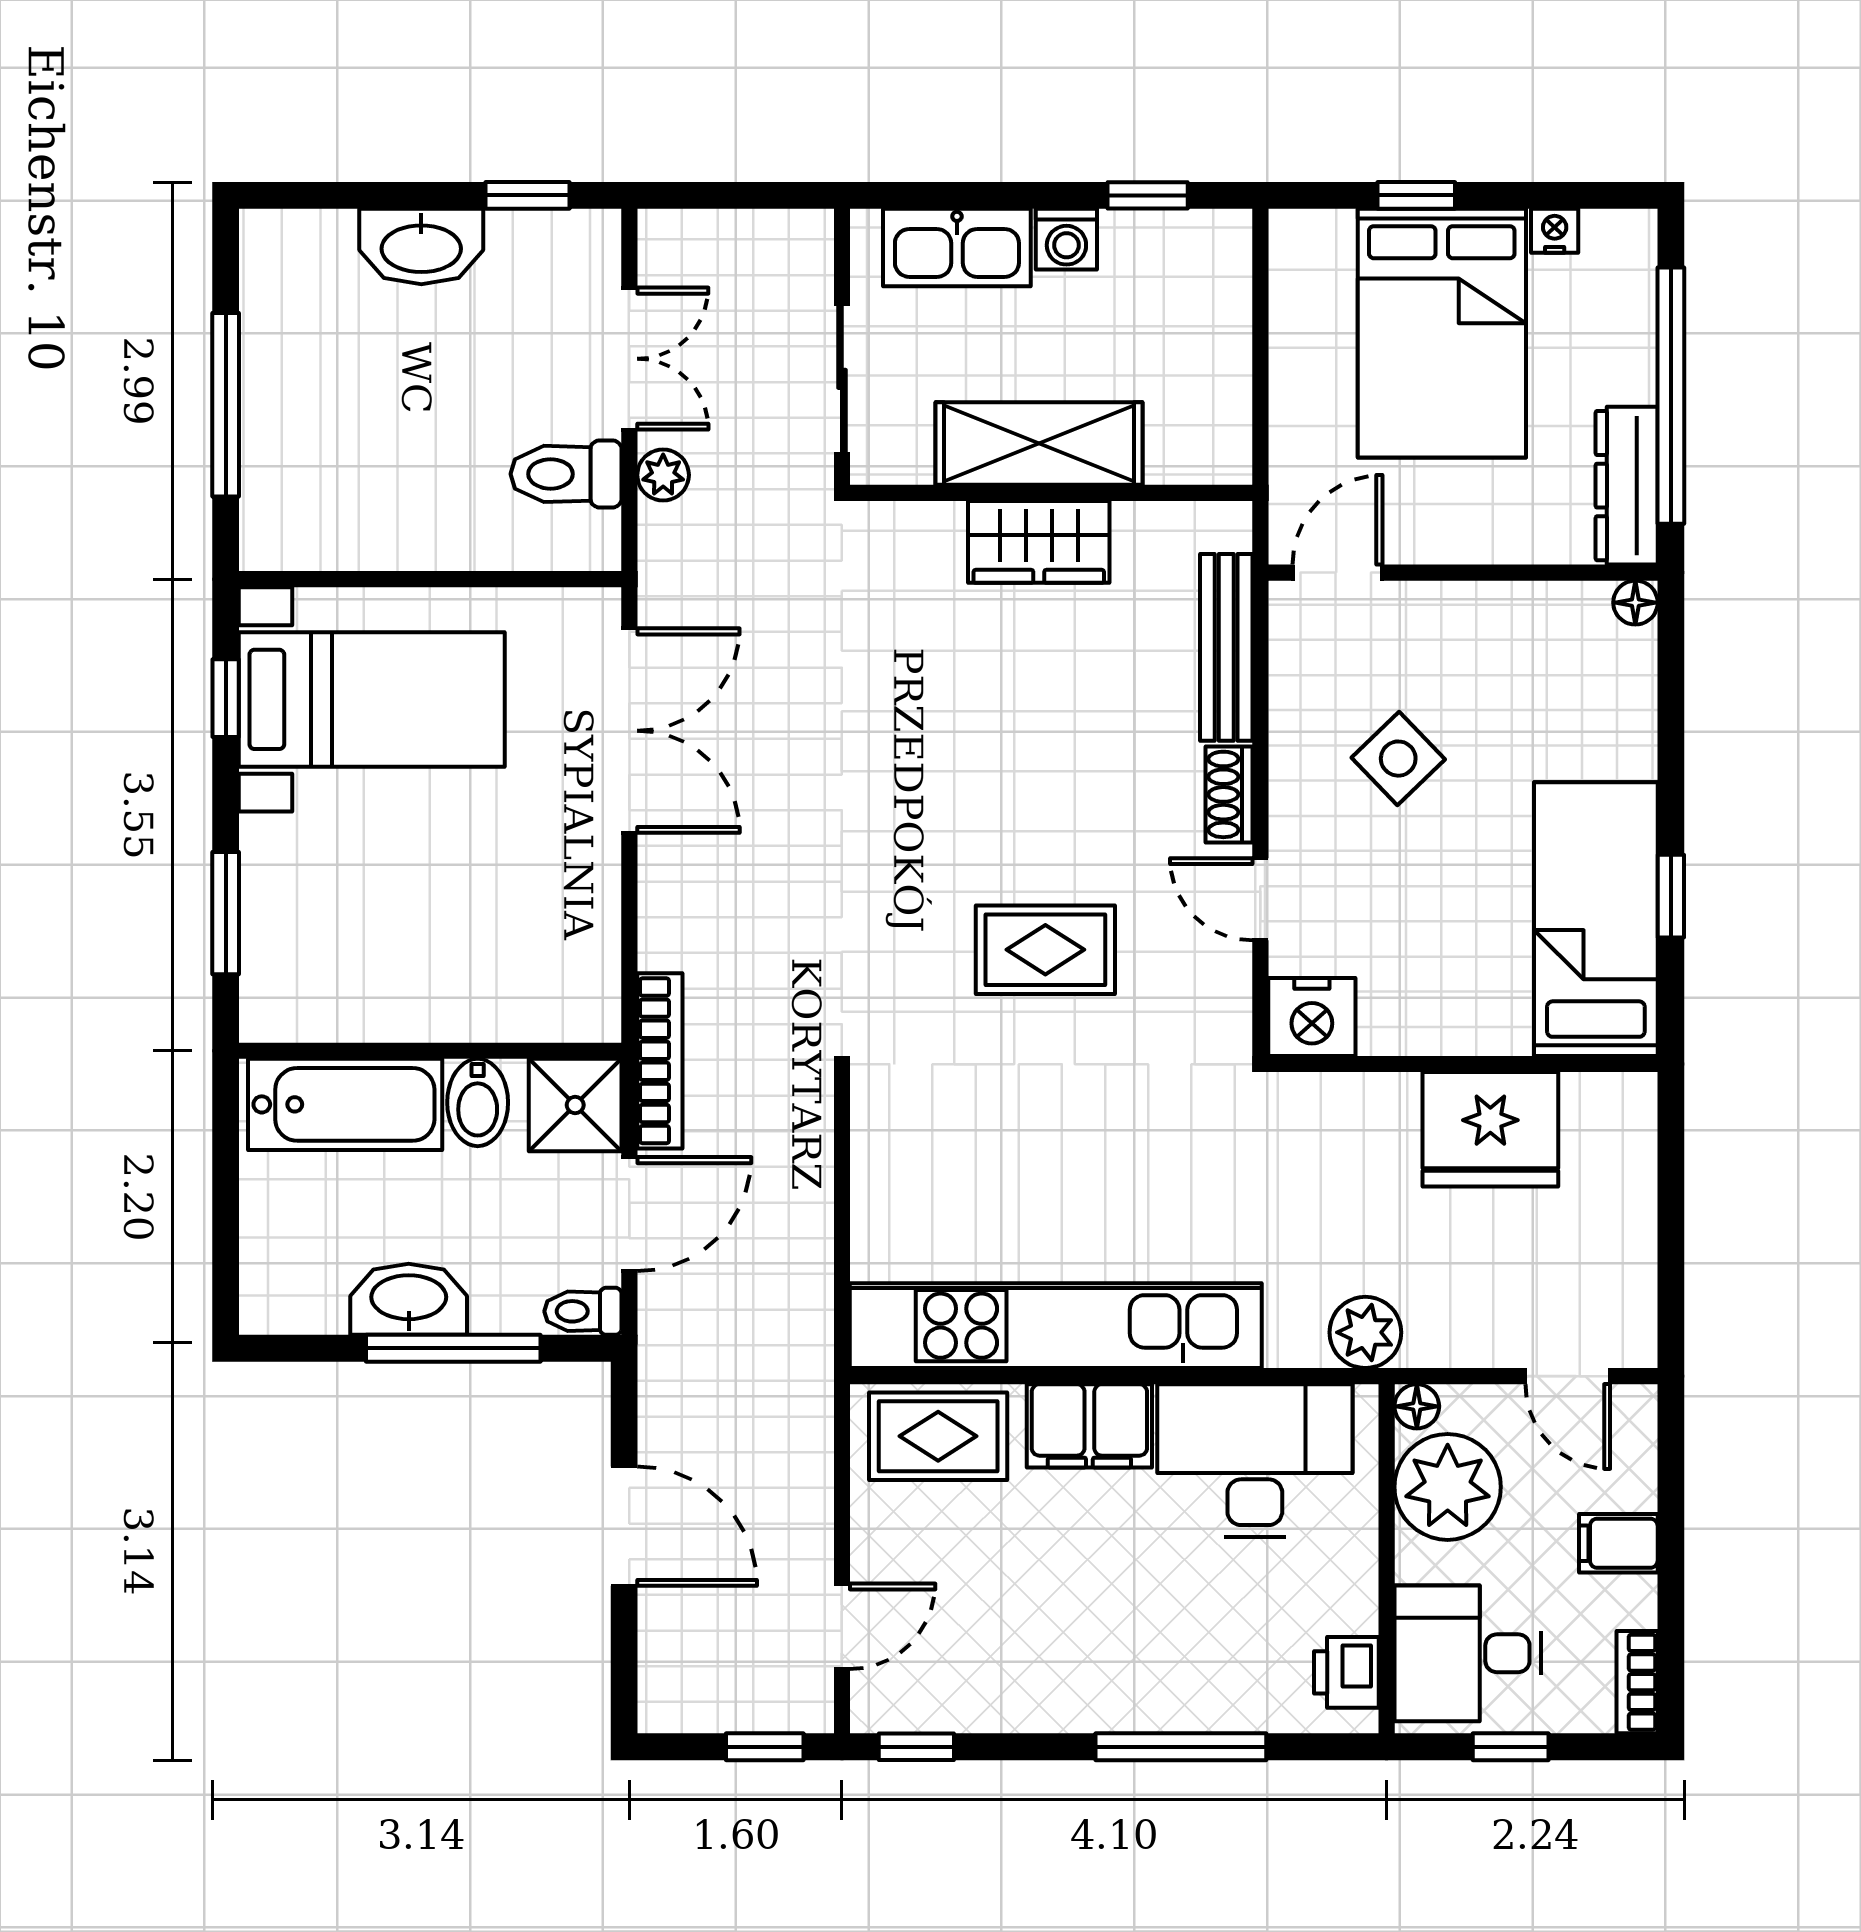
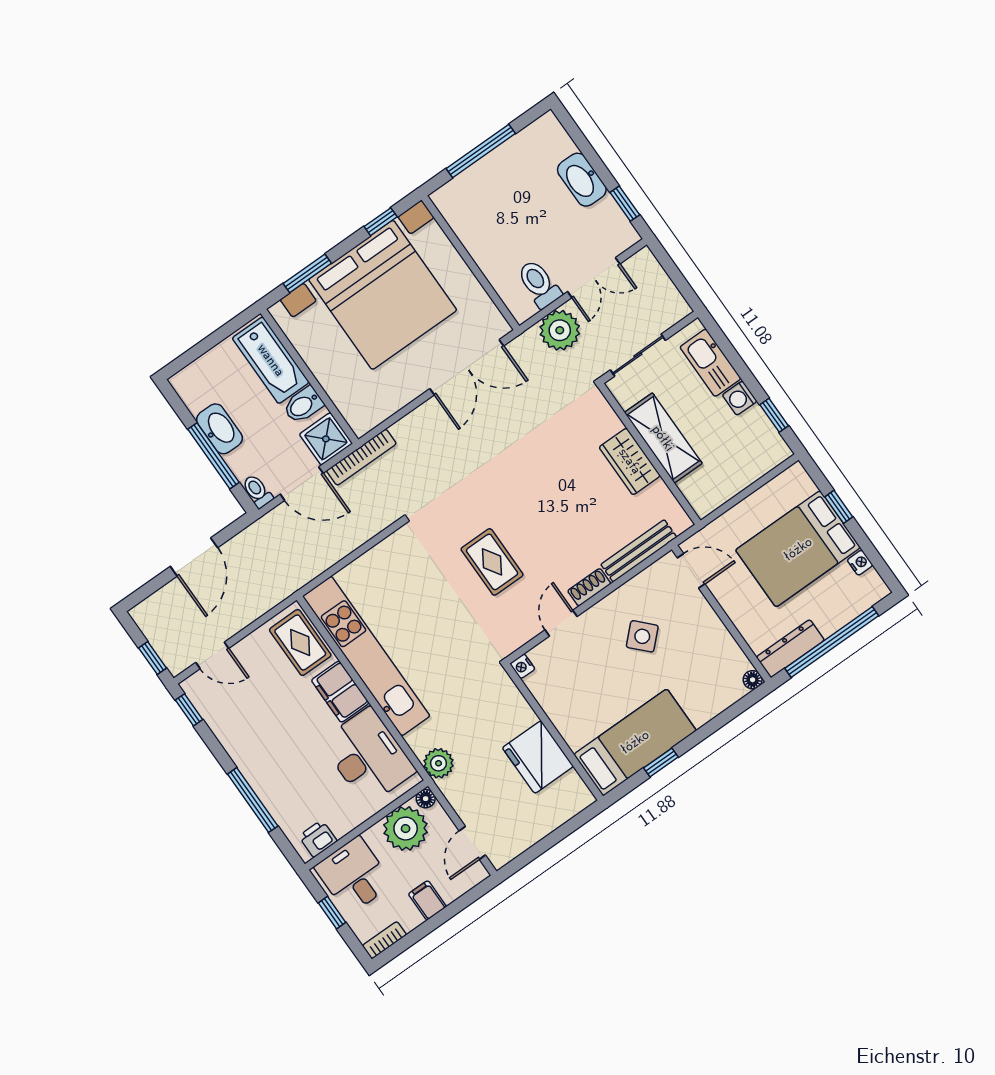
plant: (663, 475) -> (560, 330), width x1.88, depth x1.88
bed with nightstands: (372, 699) -> (383, 295), width x1.85
nightstand: (1312, 1017) -> (522, 666), width x0.53, depth x0.56

